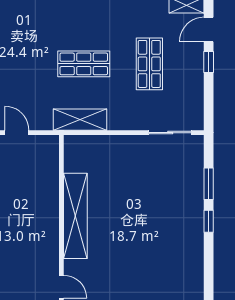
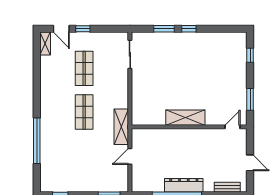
shop shelf: (149, 64) -> (84, 68), turned 90
shelving: (80, 120) -> (121, 127), moved
shelving: (75, 216) -> (185, 118), width x0.68

